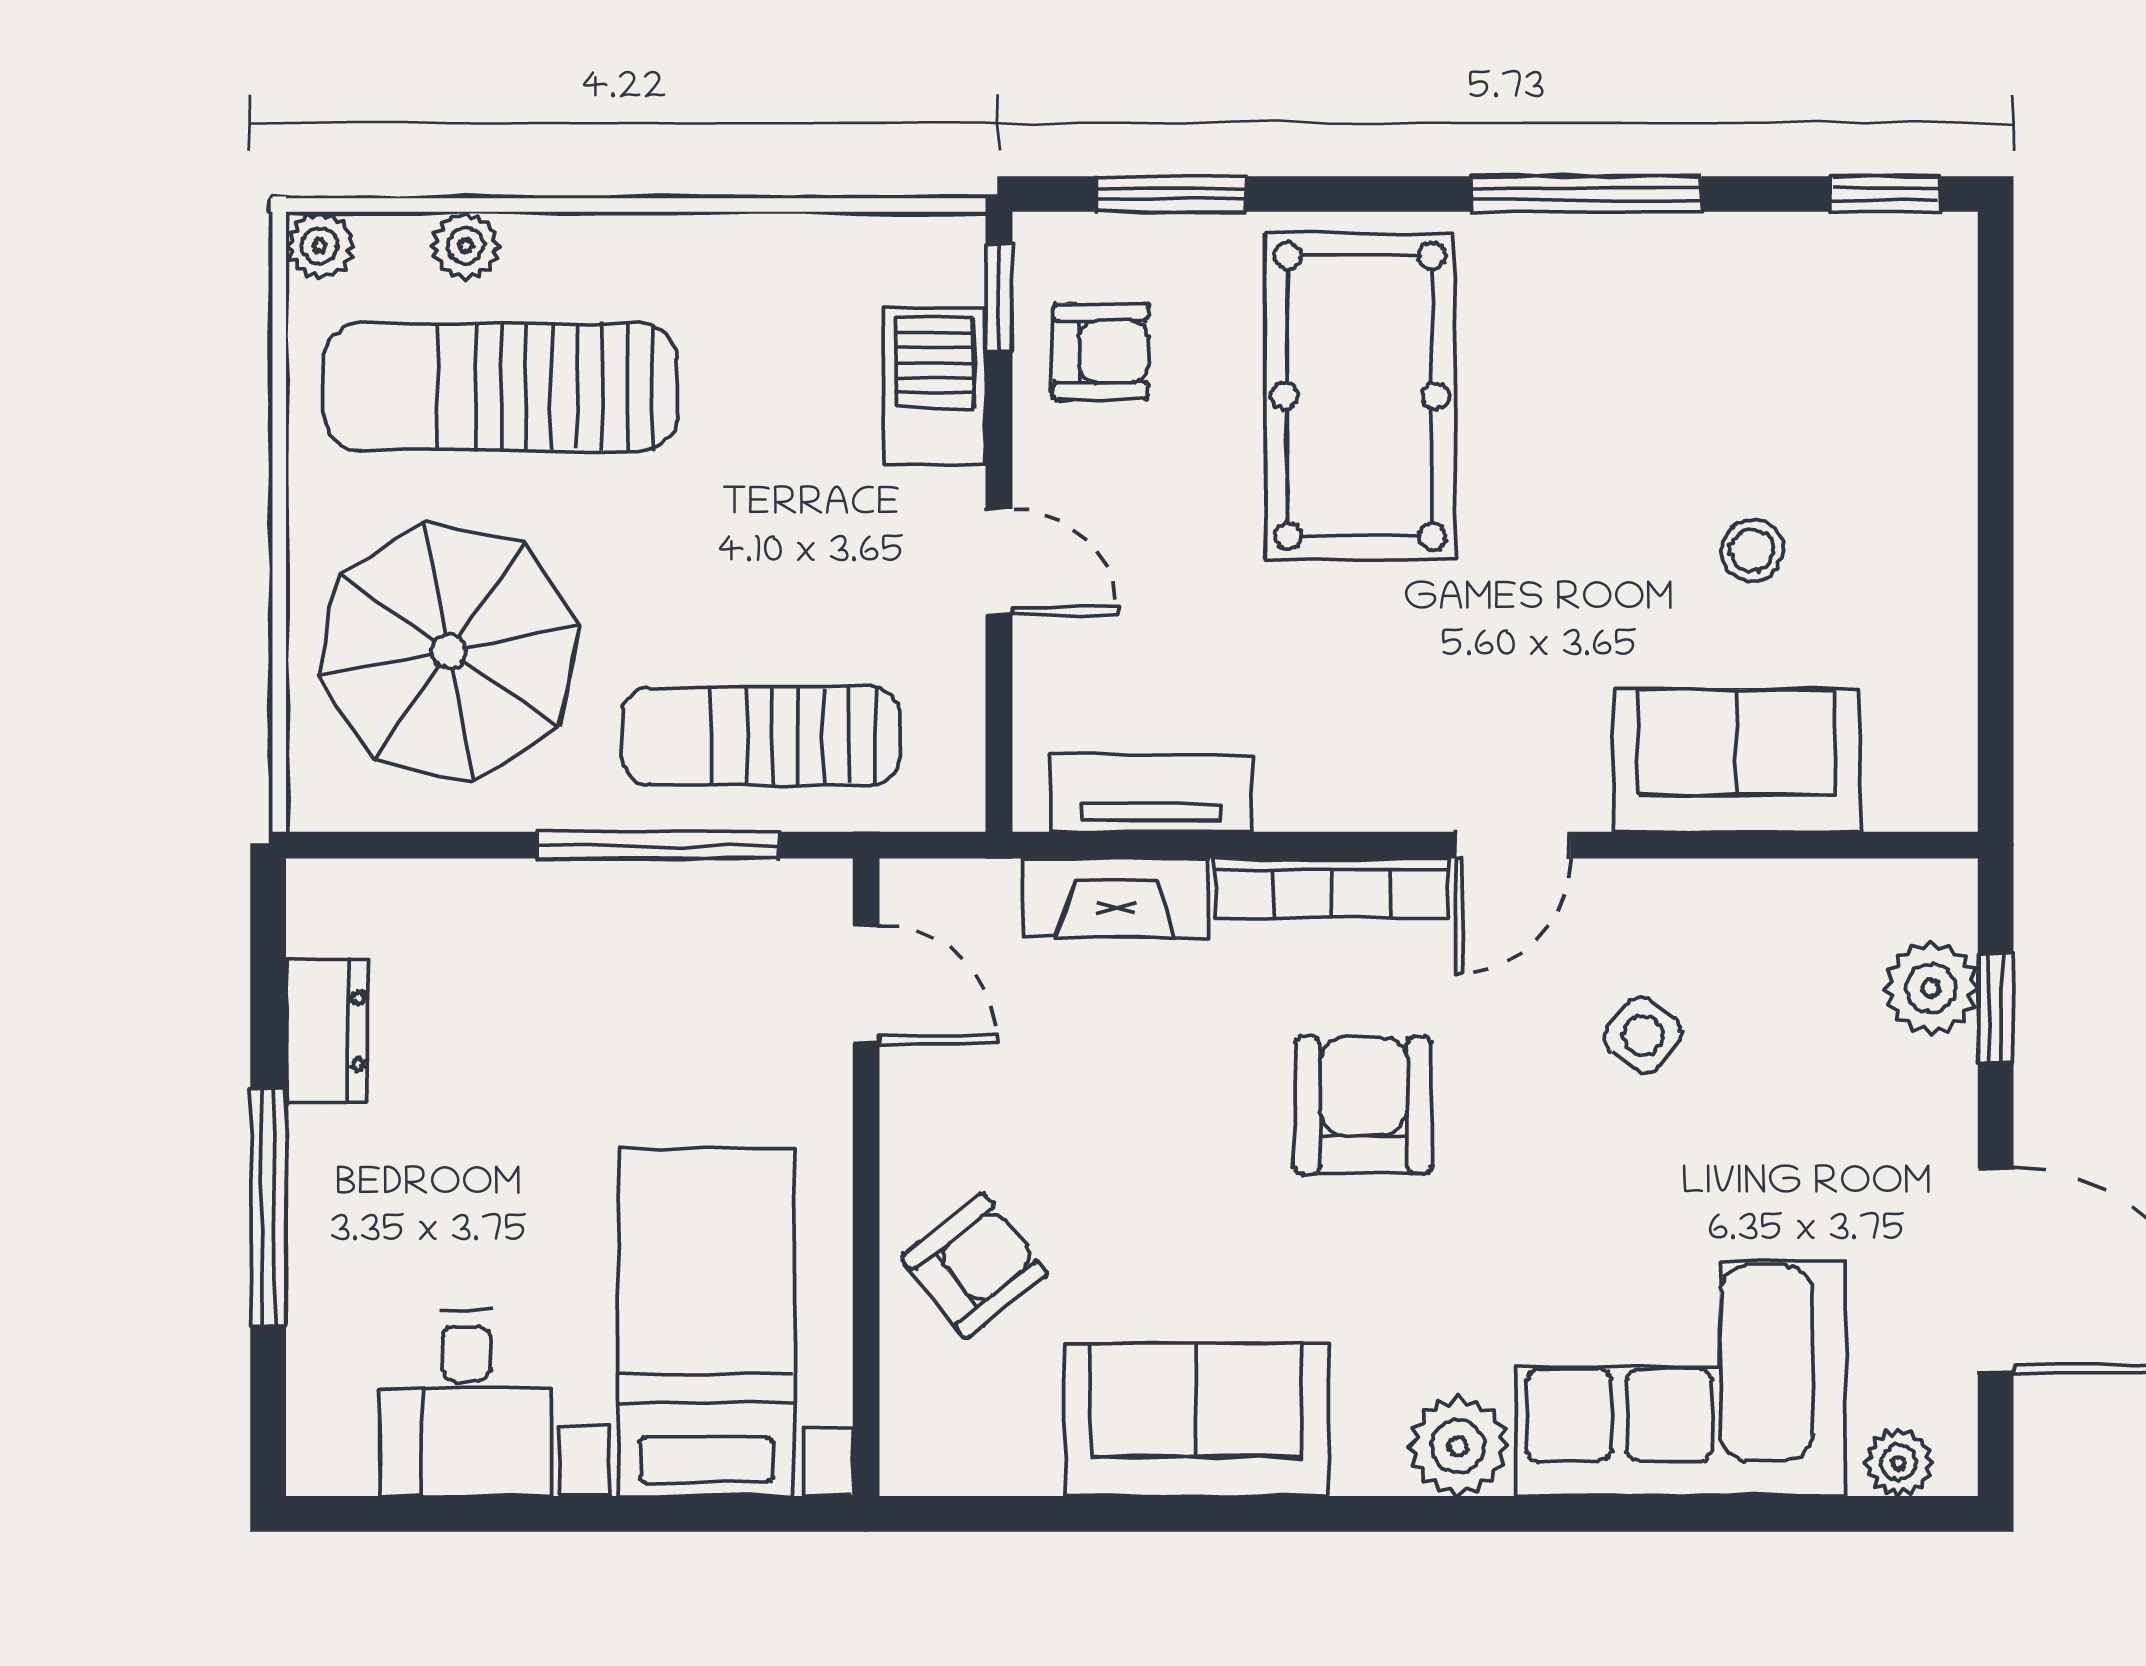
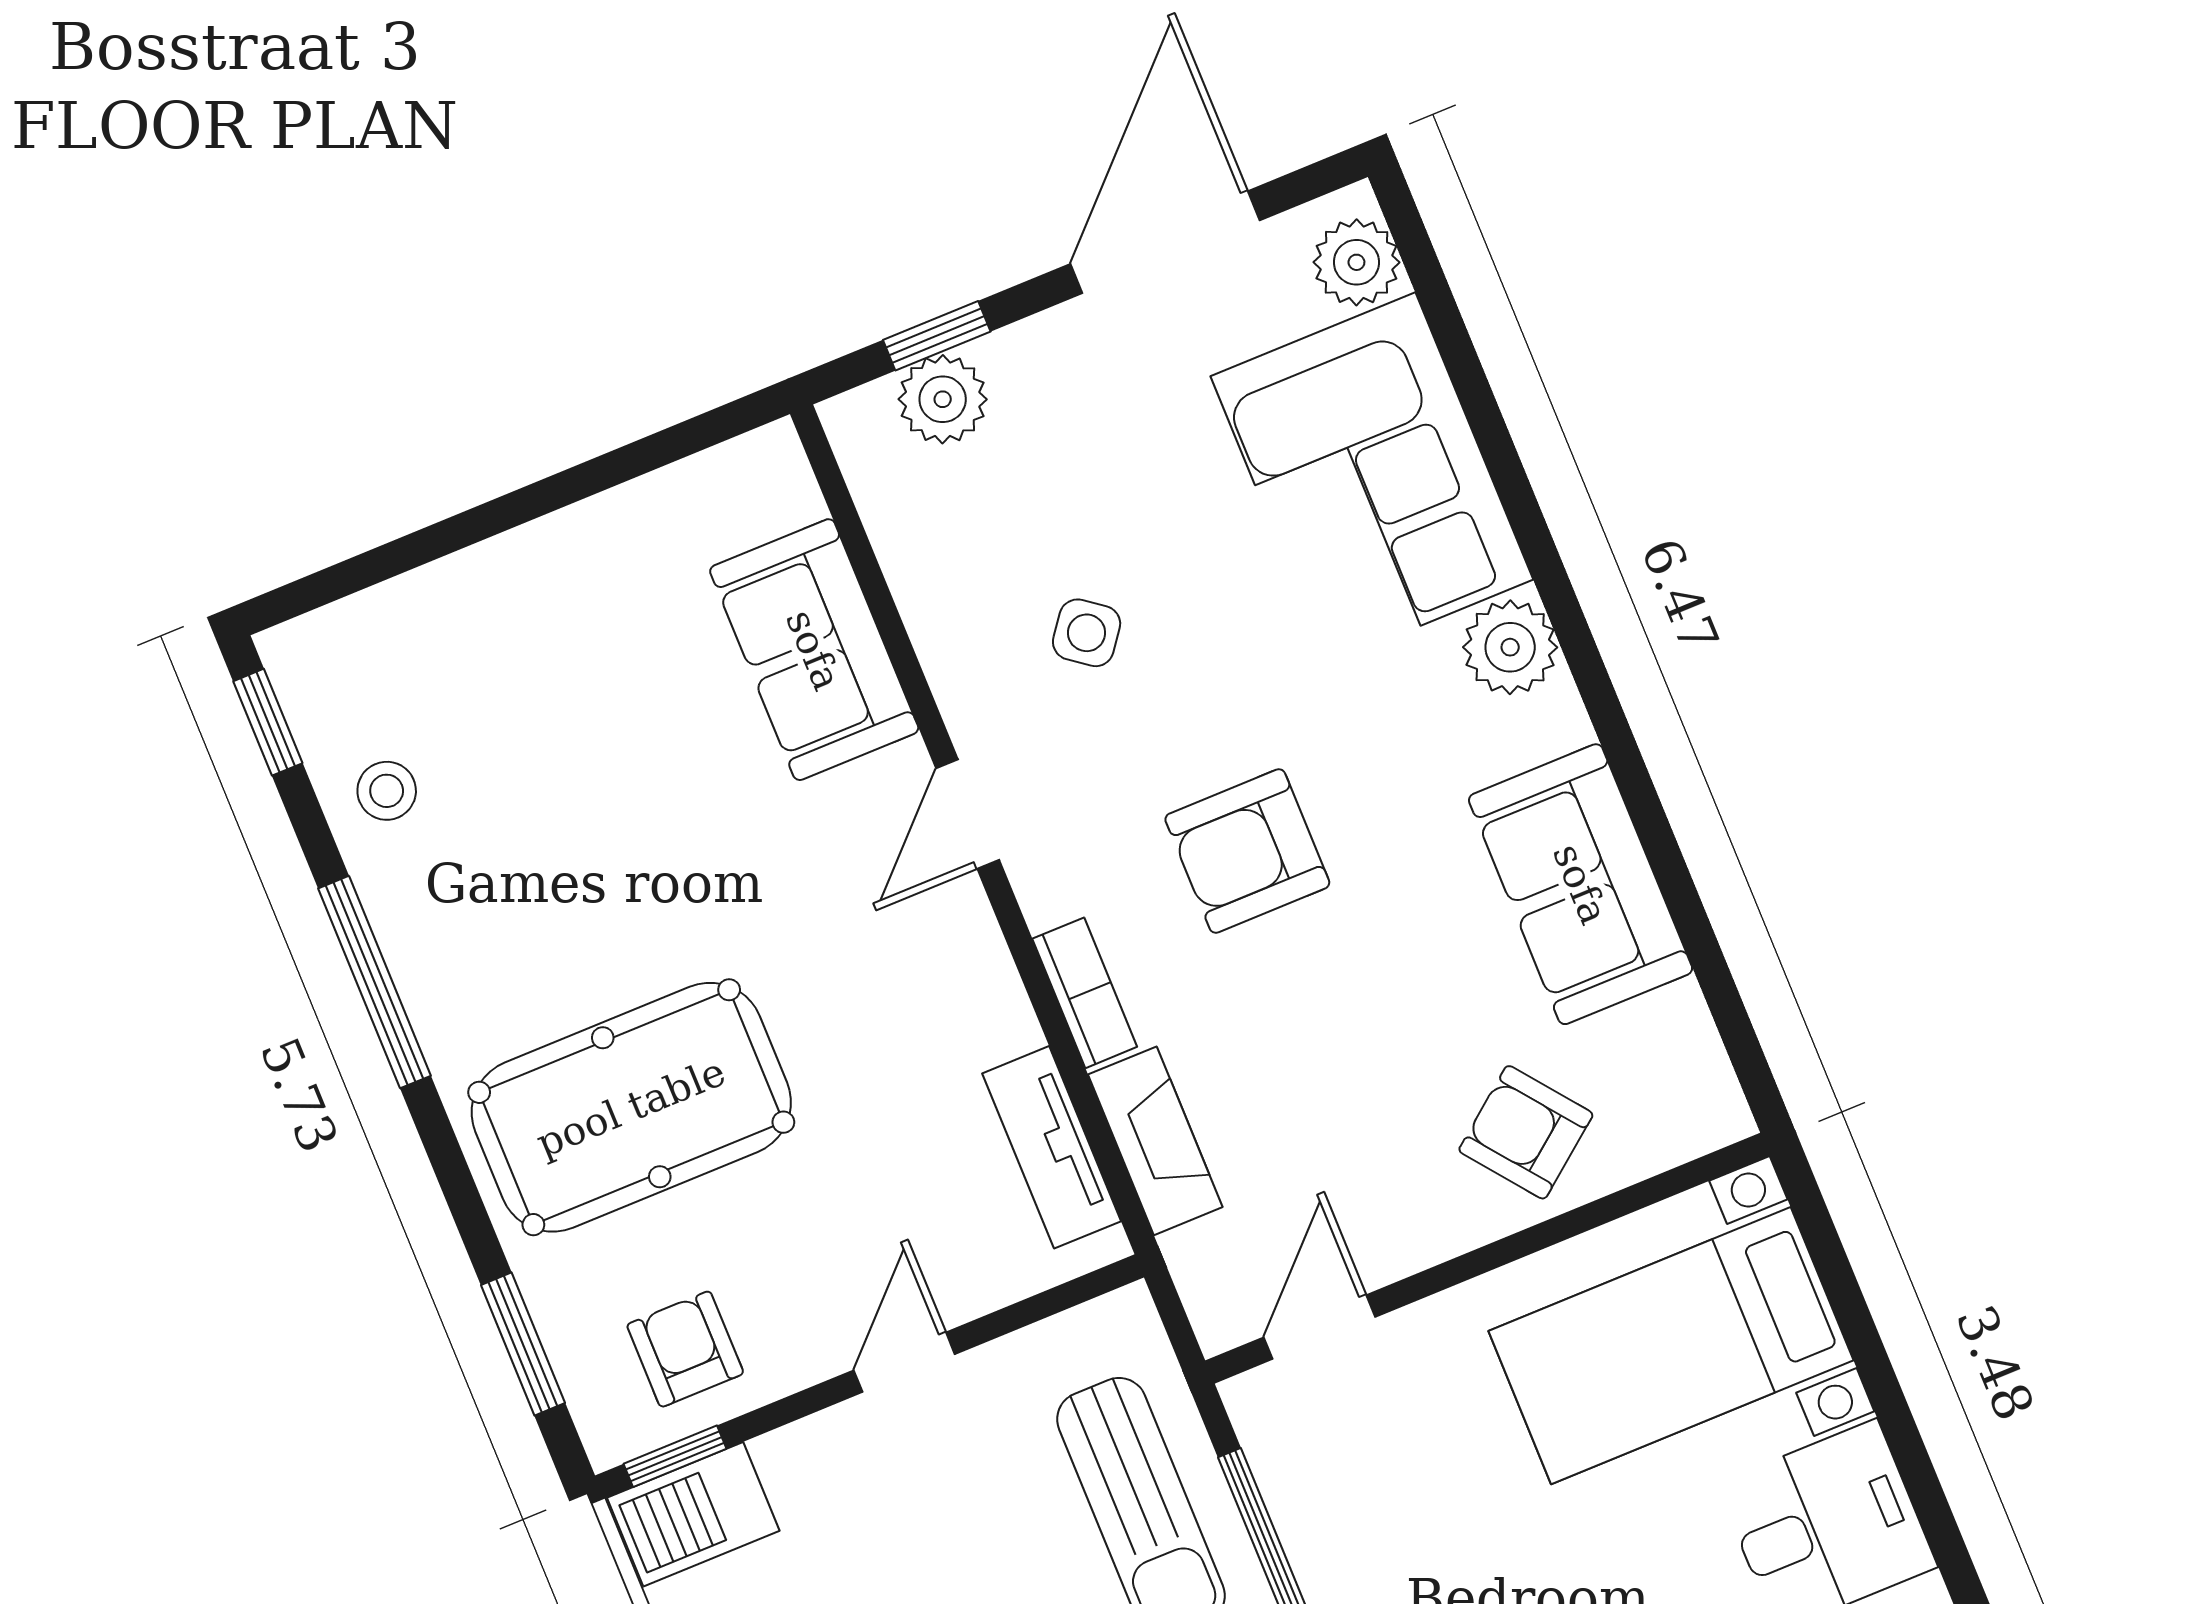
barbecue: (935, 386) -> (693, 1514), moved
stool: (1752, 551) -> (387, 791), moved
door: (1513, 845) -> (968, 814), swing flipped
bookcase: (1332, 888) -> (1085, 993), width x0.64
plant: (1898, 1463) -> (1356, 262), width x1.38, depth x1.38

